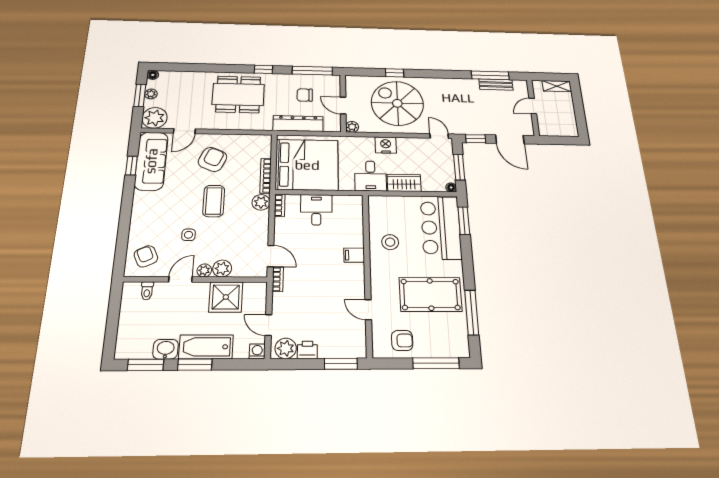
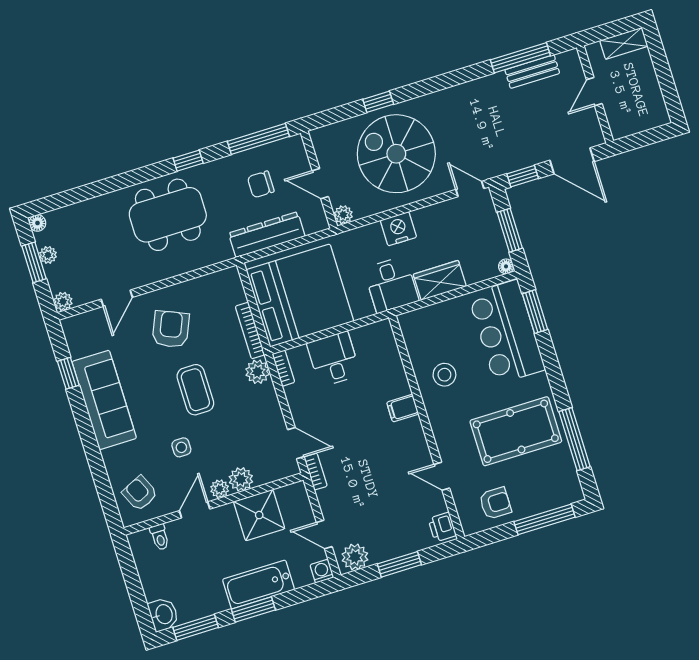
plant: (155, 118) -> (63, 301), width x0.53, depth x0.53
sofa: (151, 161) -> (104, 400), moved
washbasin: (166, 349) -> (163, 614), moved, turned 90
printer: (307, 350) -> (442, 527), moved, turned -90
window: (341, 364) -> (399, 564), moved

